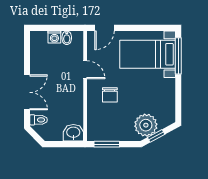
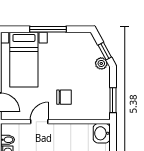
window: (178, 56) -> (48, 29), moved
plant: (146, 125) -> (101, 63), width x0.53, depth x0.53

